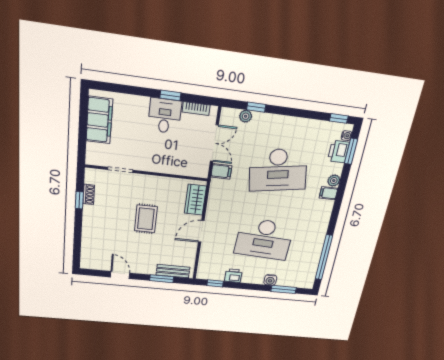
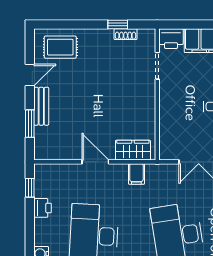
printer: (95, 154) -> (171, 39), added
filing cabinet: (221, 171) -> (136, 174), moved
rug: (146, 219) -> (60, 47), moved
bench: (173, 271) -> (41, 106), moved

